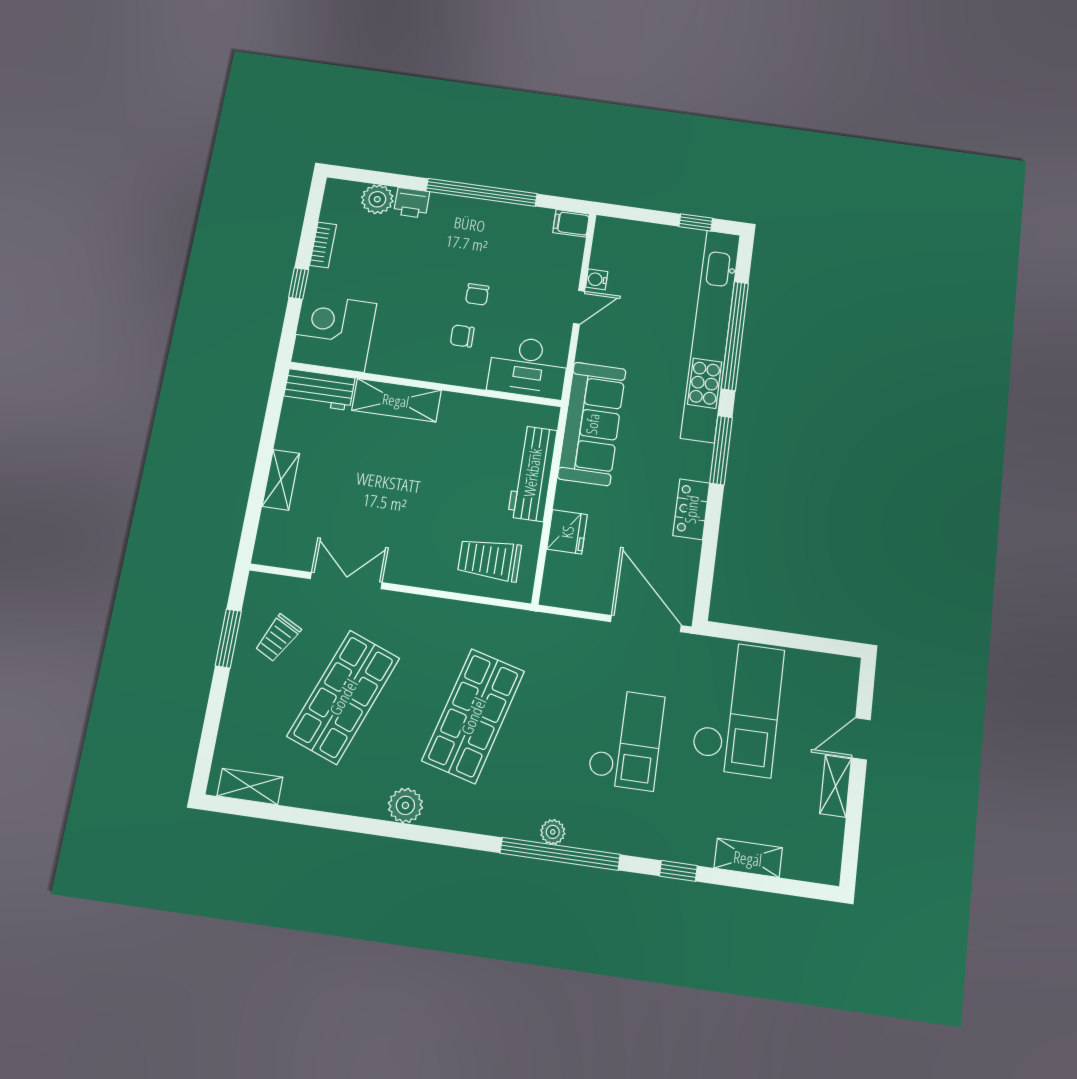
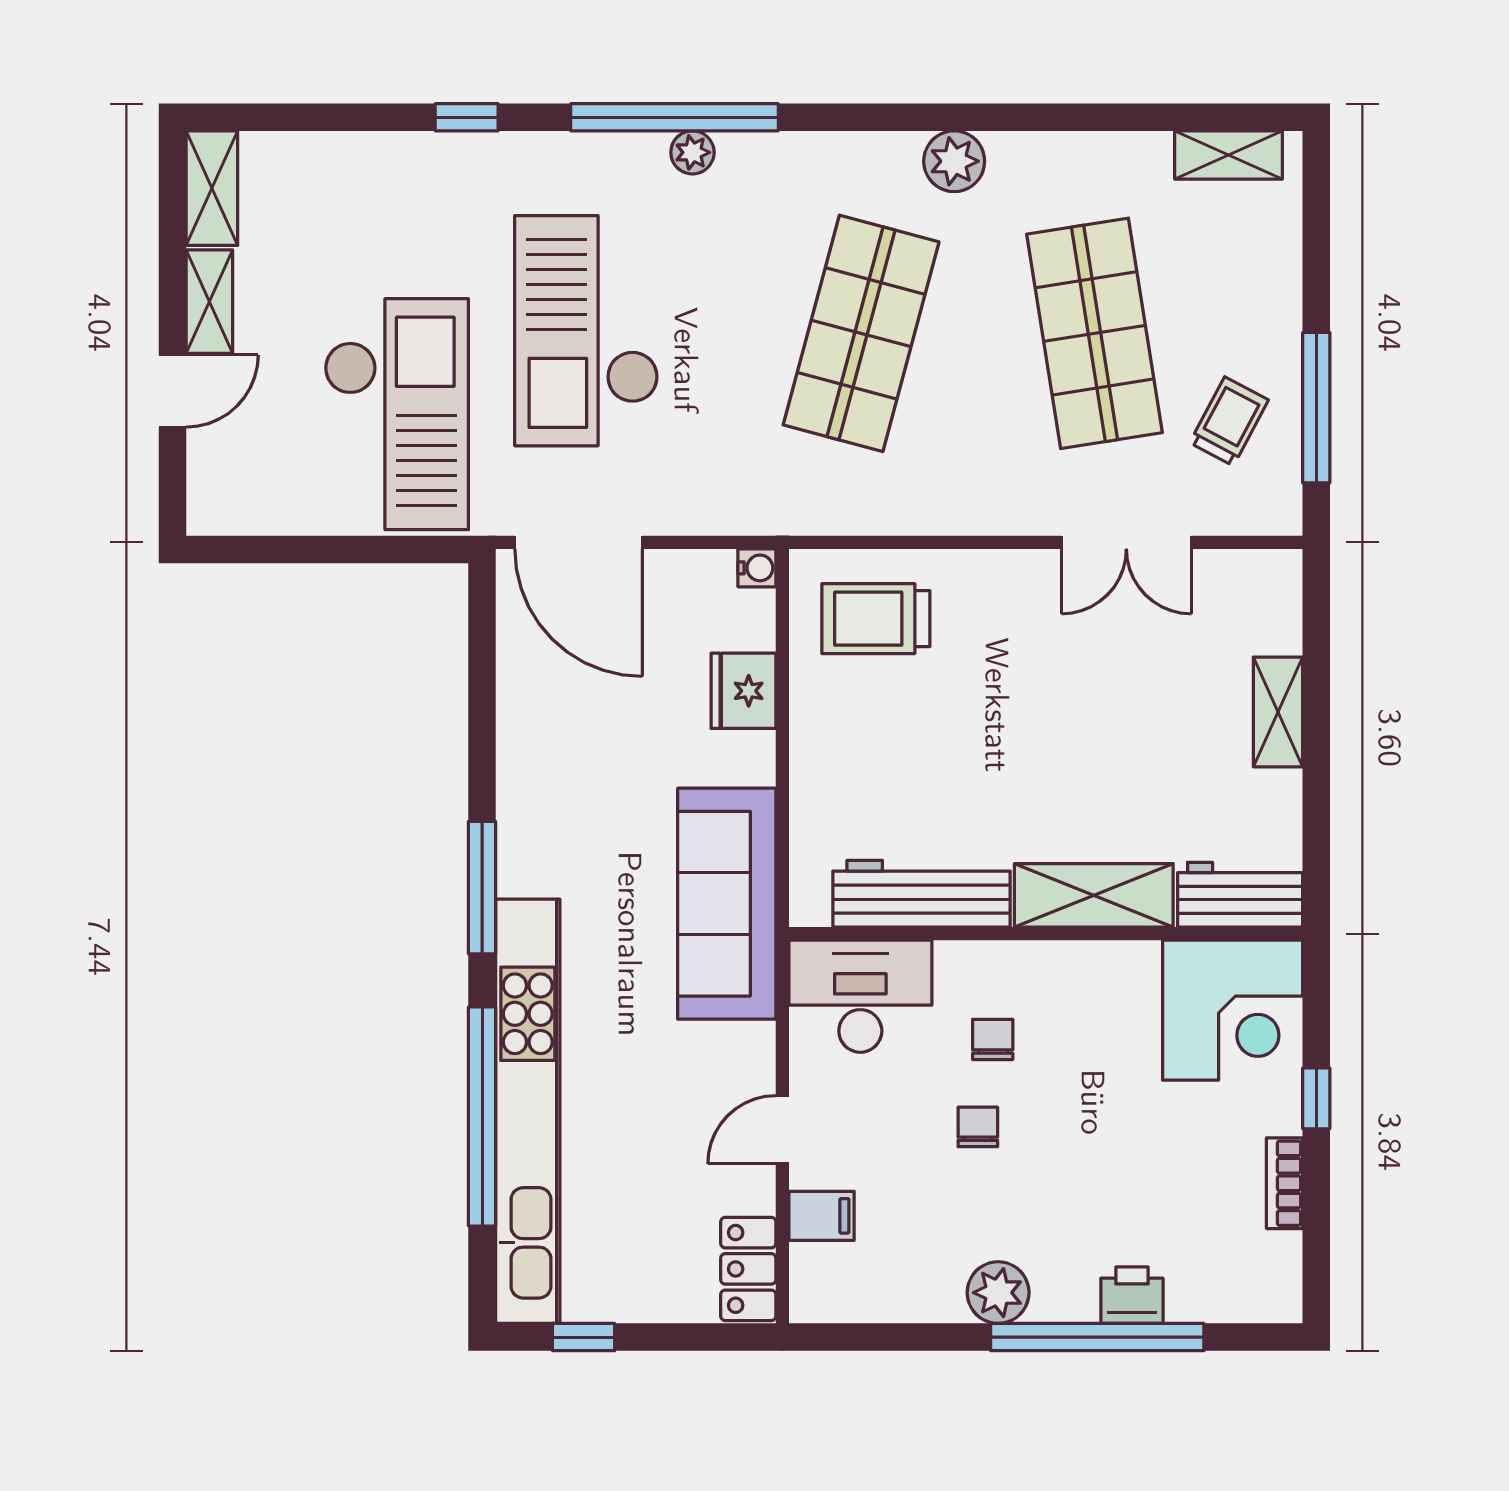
window: (482, 192) -> (1097, 1337), moved
plant: (377, 199) -> (998, 1293), moved
filing cabinet: (571, 223) -> (822, 1216), moved
water cooler: (597, 279) -> (757, 568), moved
chair: (462, 336) -> (993, 1039), turned -90
workbench: (532, 473) -> (921, 894), moved, turned -90
locker: (691, 509) -> (748, 1269), moved, turned 180
trolley: (489, 560) -> (876, 619), turned 180
window: (228, 638) -> (1316, 408), width x1.44
shop shelf: (343, 697) -> (1094, 333), turned -30
checkout: (738, 708) -> (396, 414), turned 180
checkout: (626, 739) -> (587, 331), width x1.36, depth x1.21
shelving: (748, 858) -> (212, 188), moved, turned 90

